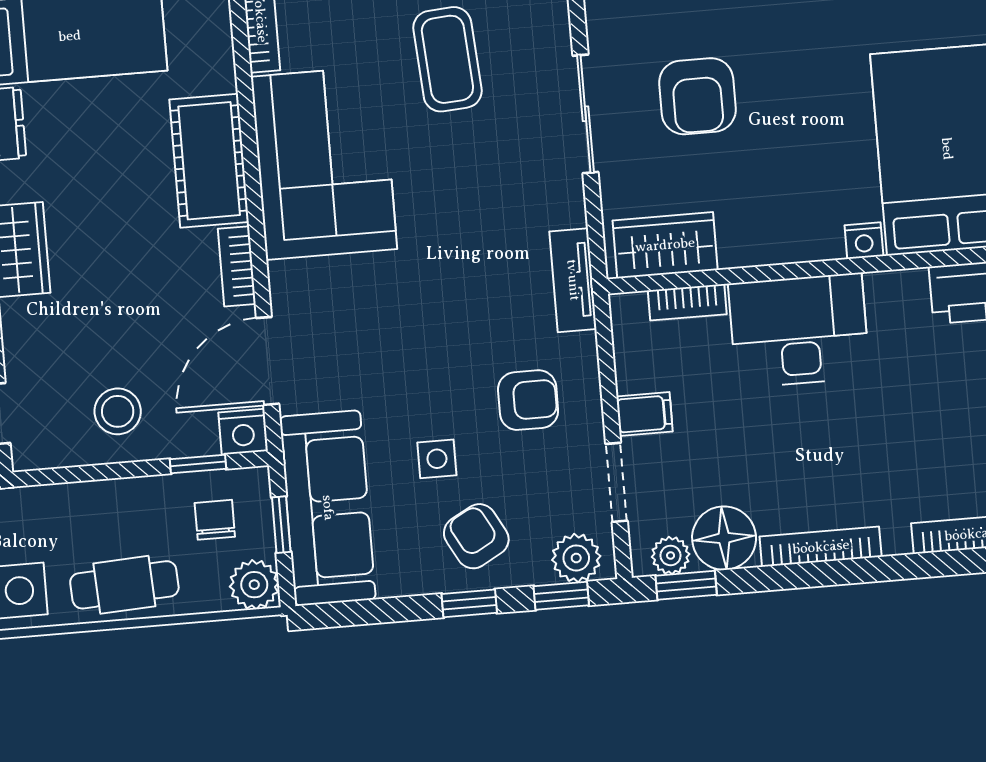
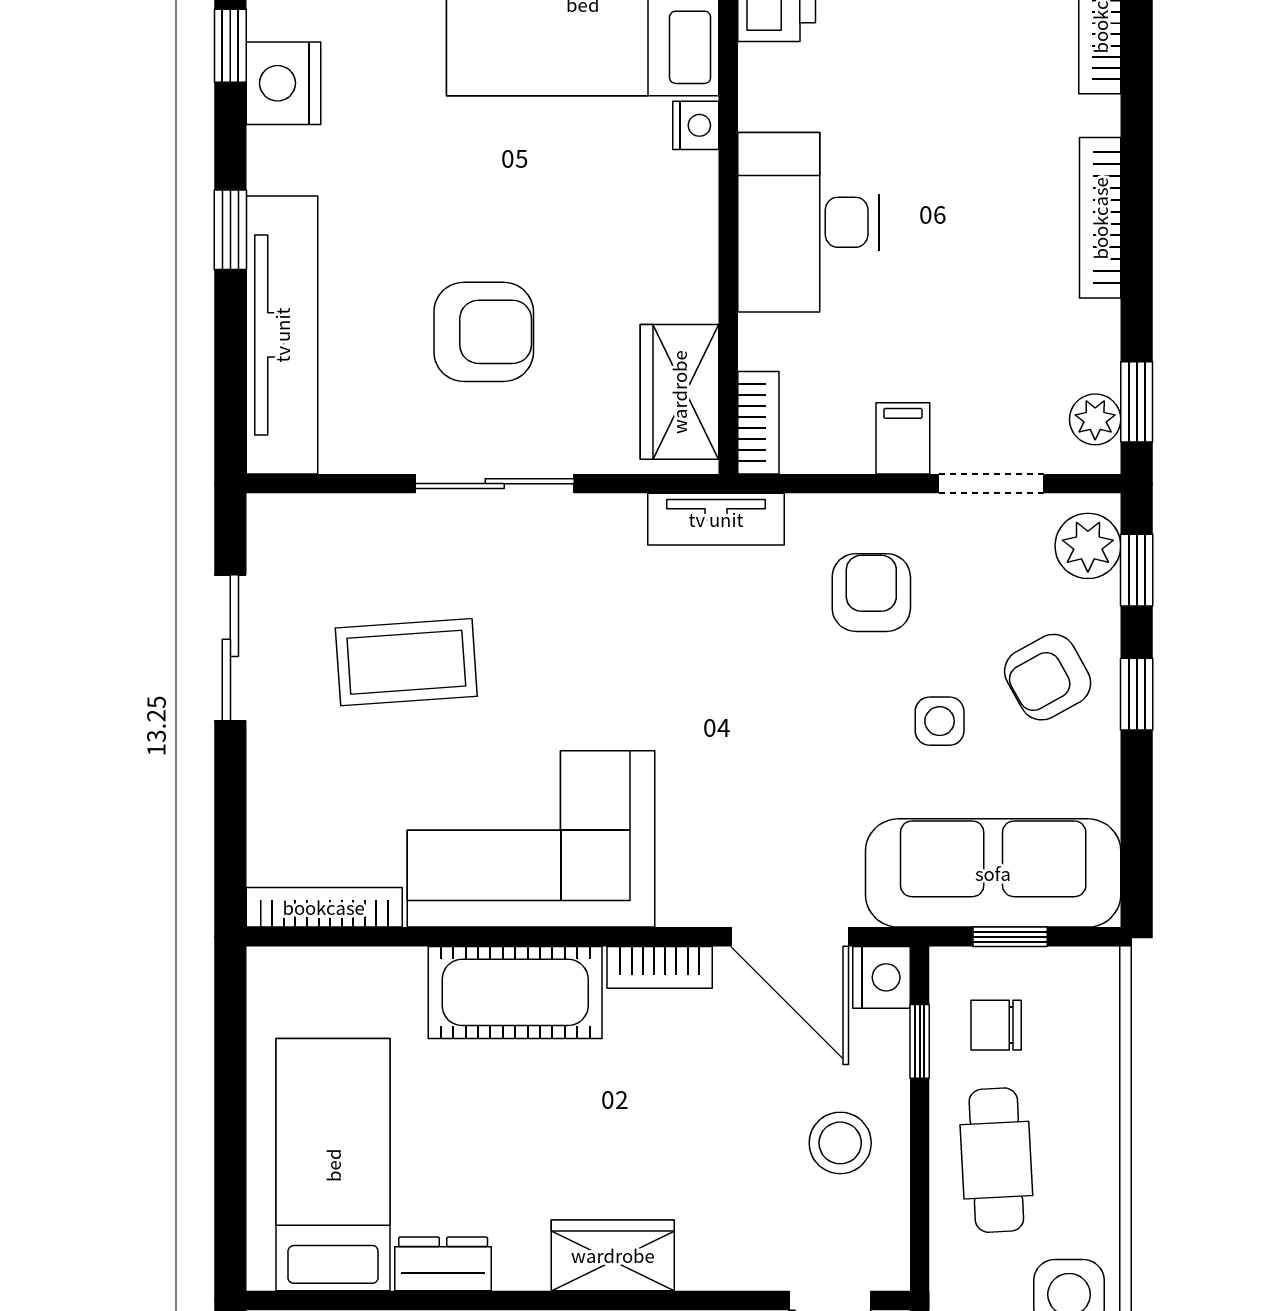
bookcase: (687, 302) -> (758, 423), moved
floor lamp: (724, 538) -> (1078, 346), removed
cafe table: (124, 585) -> (996, 1160), moved
plant: (254, 585) -> (1087, 980), removed

